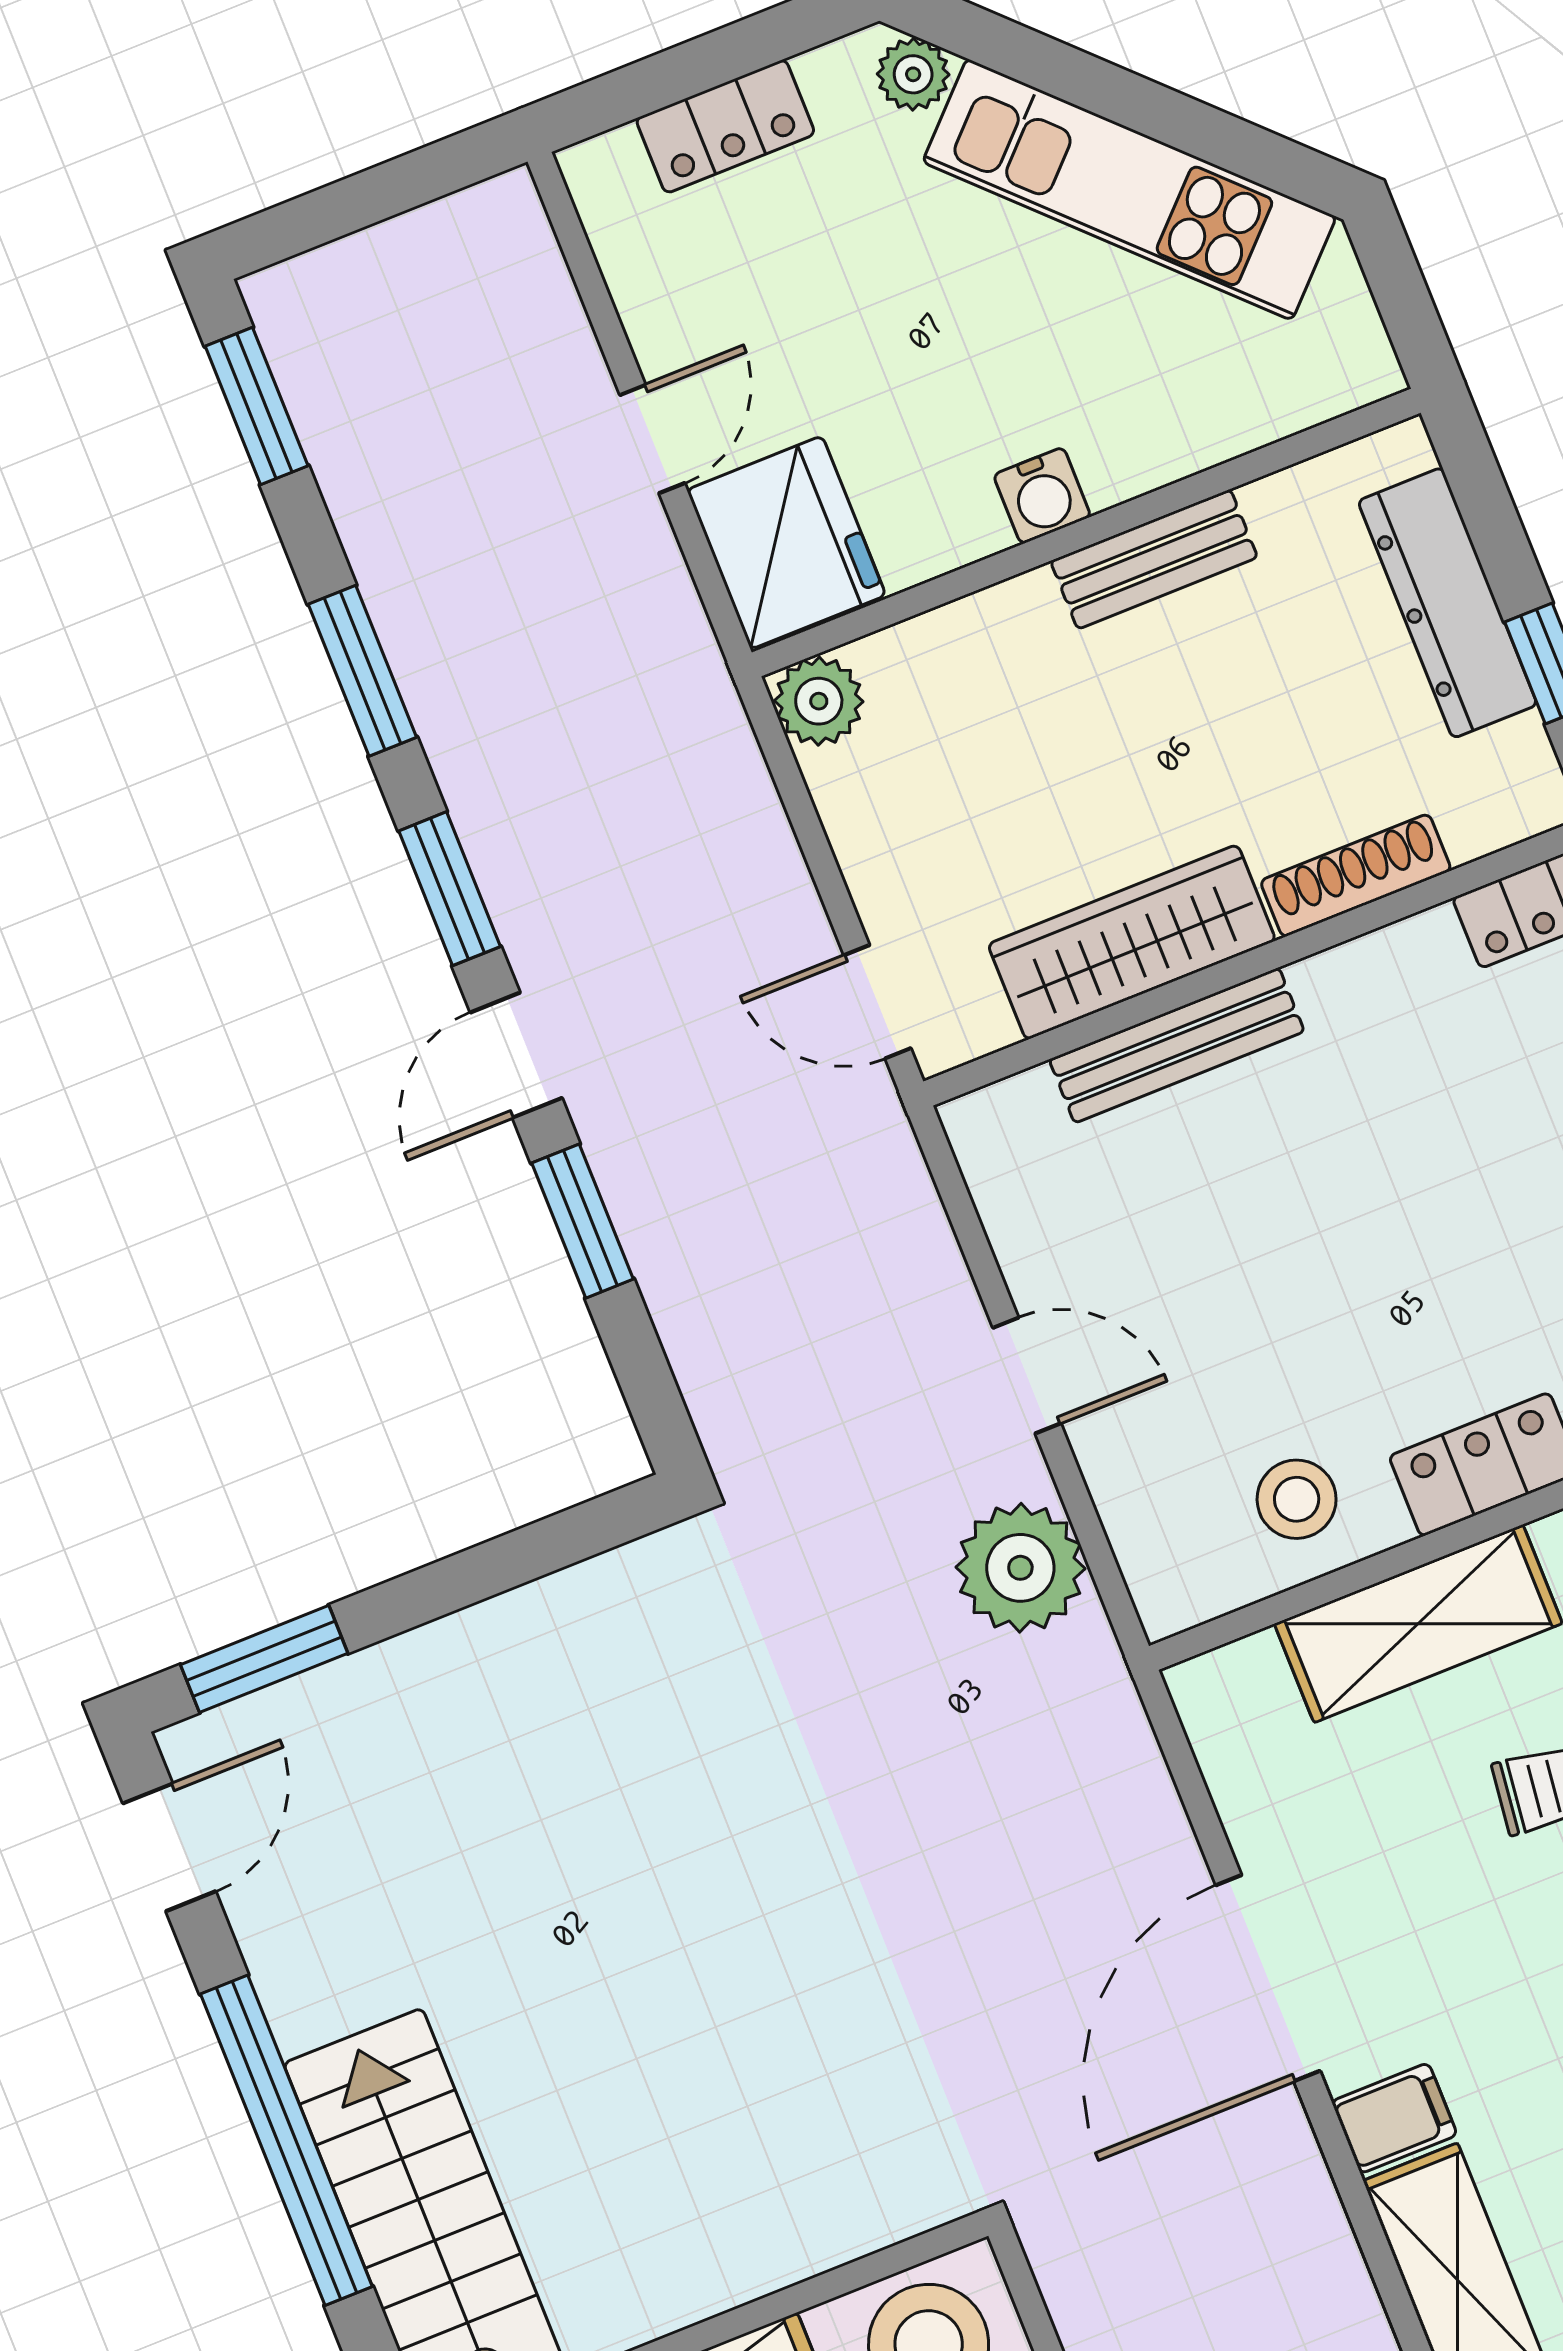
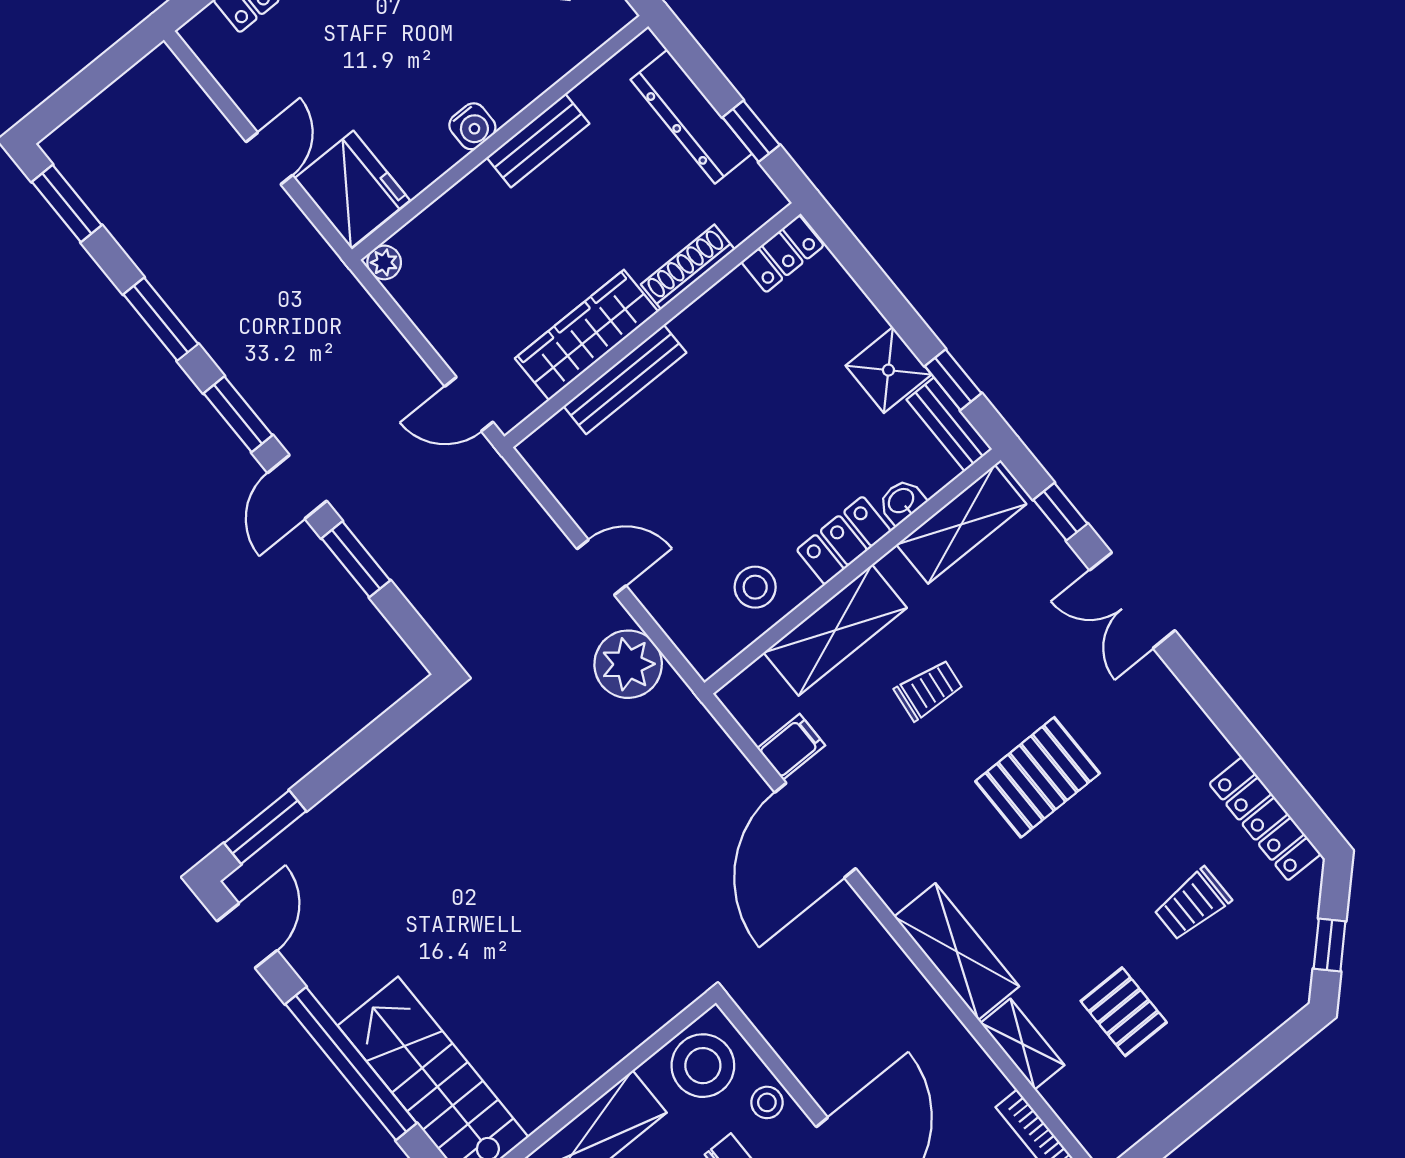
plant: (819, 701) -> (384, 262), width x0.73, depth x0.73
filing cabinet: (1394, 2118) -> (791, 747), moved

